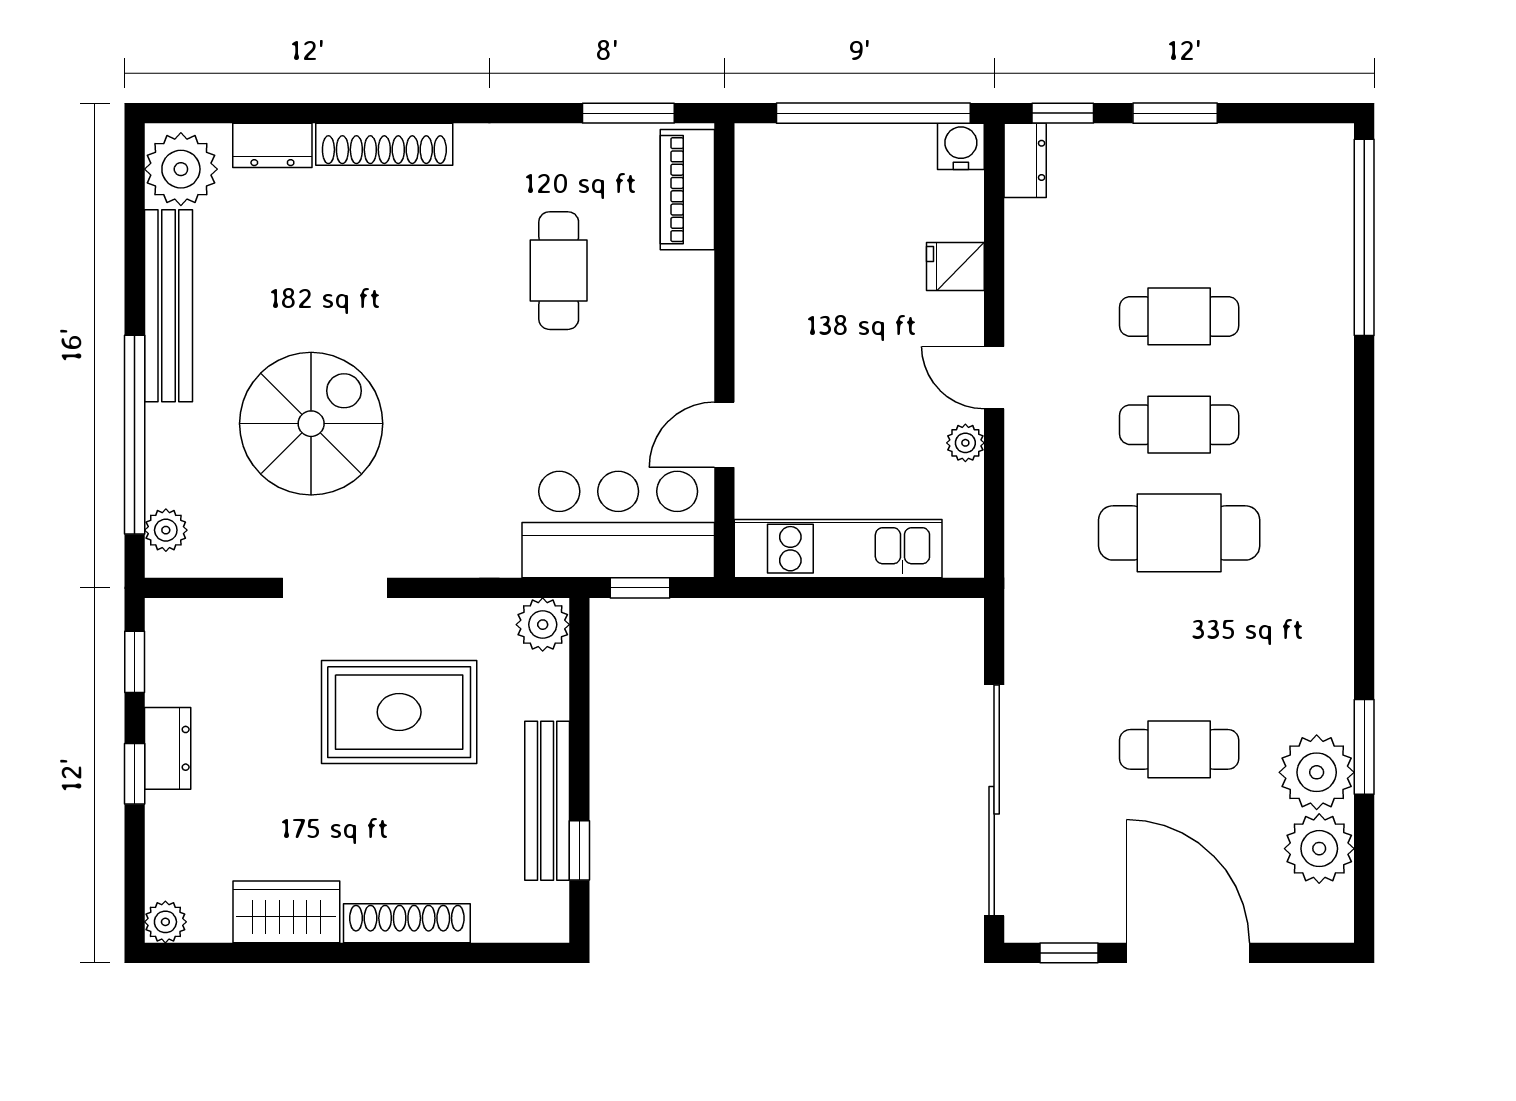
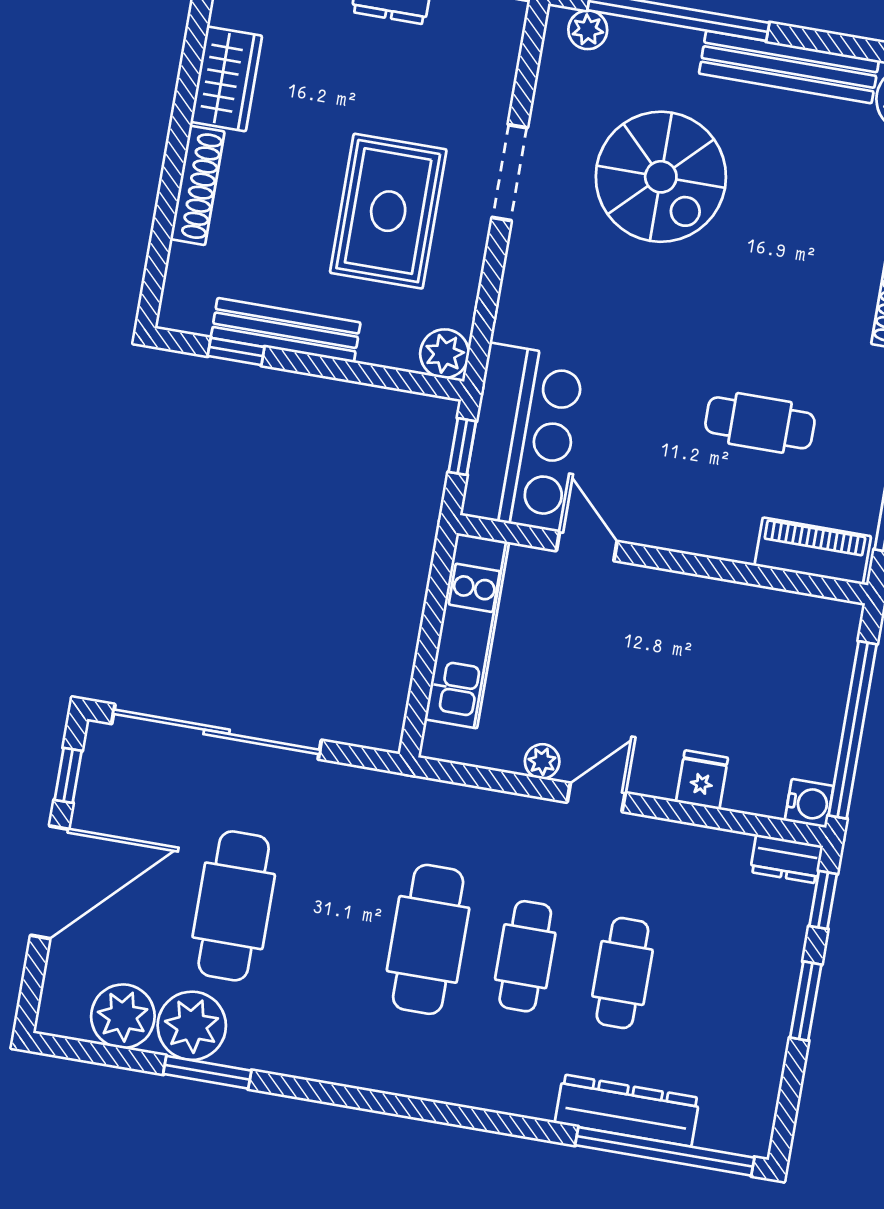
dresser: (1327, 286) -> (627, 1110), added
cafe table: (1179, 749) -> (234, 906), width x1.37, depth x1.35

